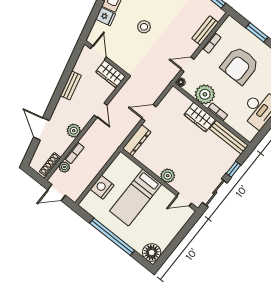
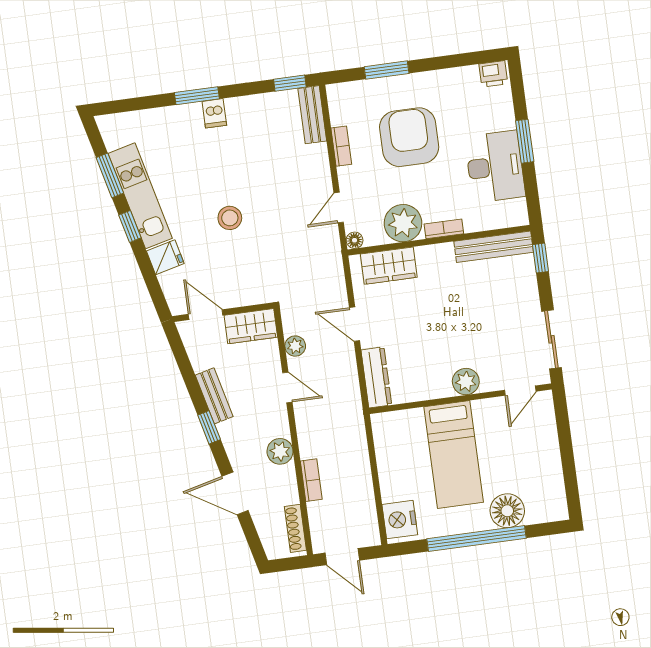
bench: (205, 31) -> (312, 115), moved
armchair: (240, 65) -> (409, 137), turned 180
window: (57, 95) -> (209, 427), added
door: (149, 113) -> (354, 324), hinge flipped
wardrobe: (200, 117) -> (389, 266), moved
plant: (64, 167) -> (295, 346), moved
window: (234, 169) -> (540, 258), moved
nightstand: (102, 187) -> (400, 520), moved
door: (56, 192) -> (342, 557), hinge flipped
floor lamp: (152, 253) -> (507, 511), moved

